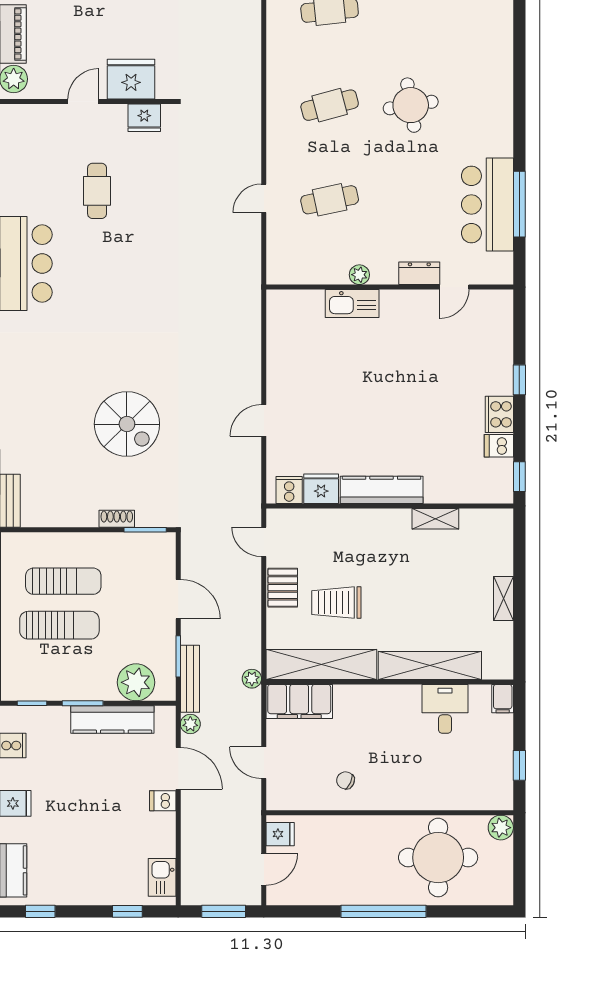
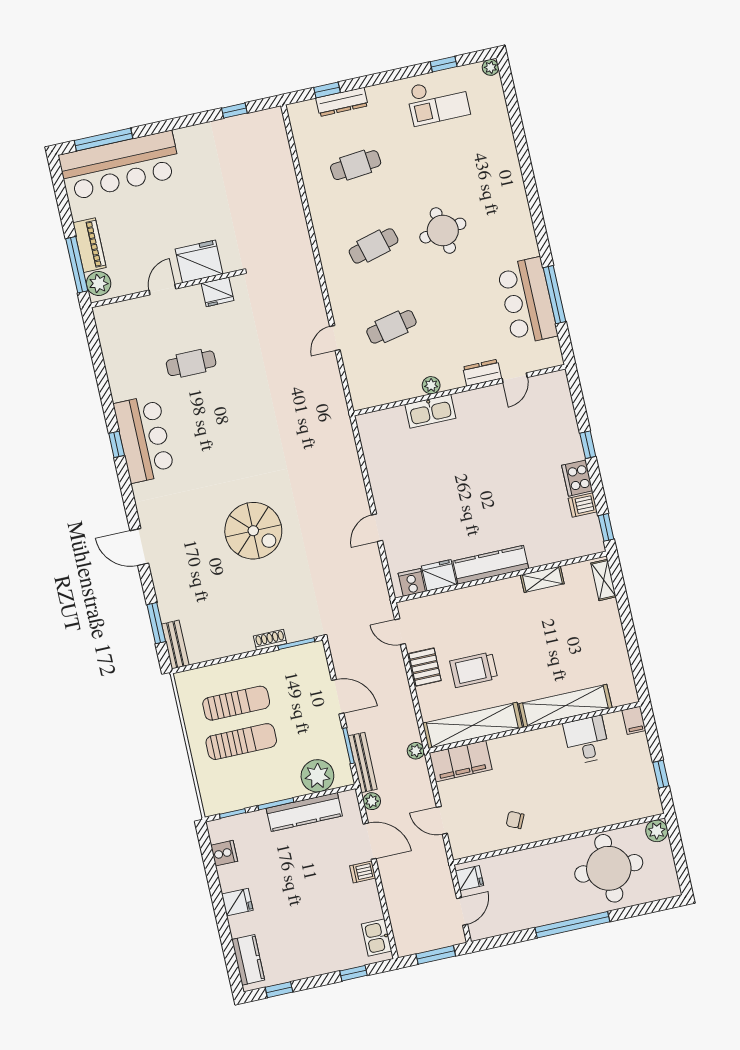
cafe table: (97, 191) -> (191, 363), turned 90
spiral stairs: (127, 424) -> (253, 531), moved
shelving: (503, 599) -> (603, 580), moved

